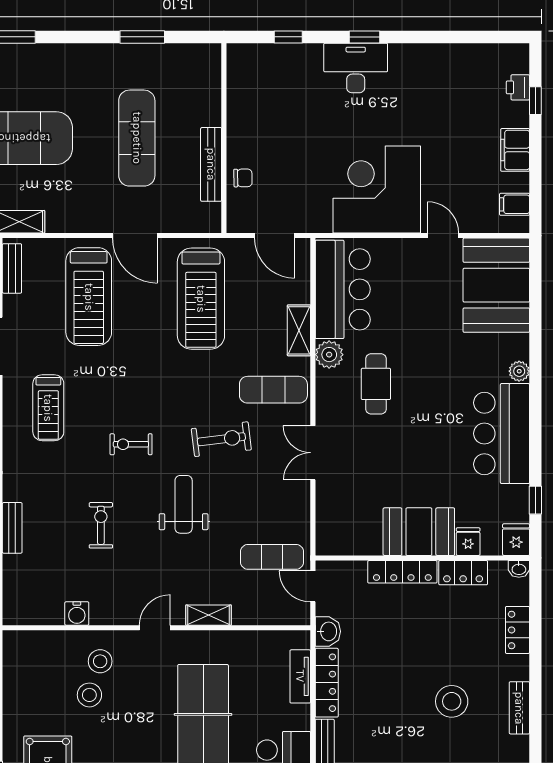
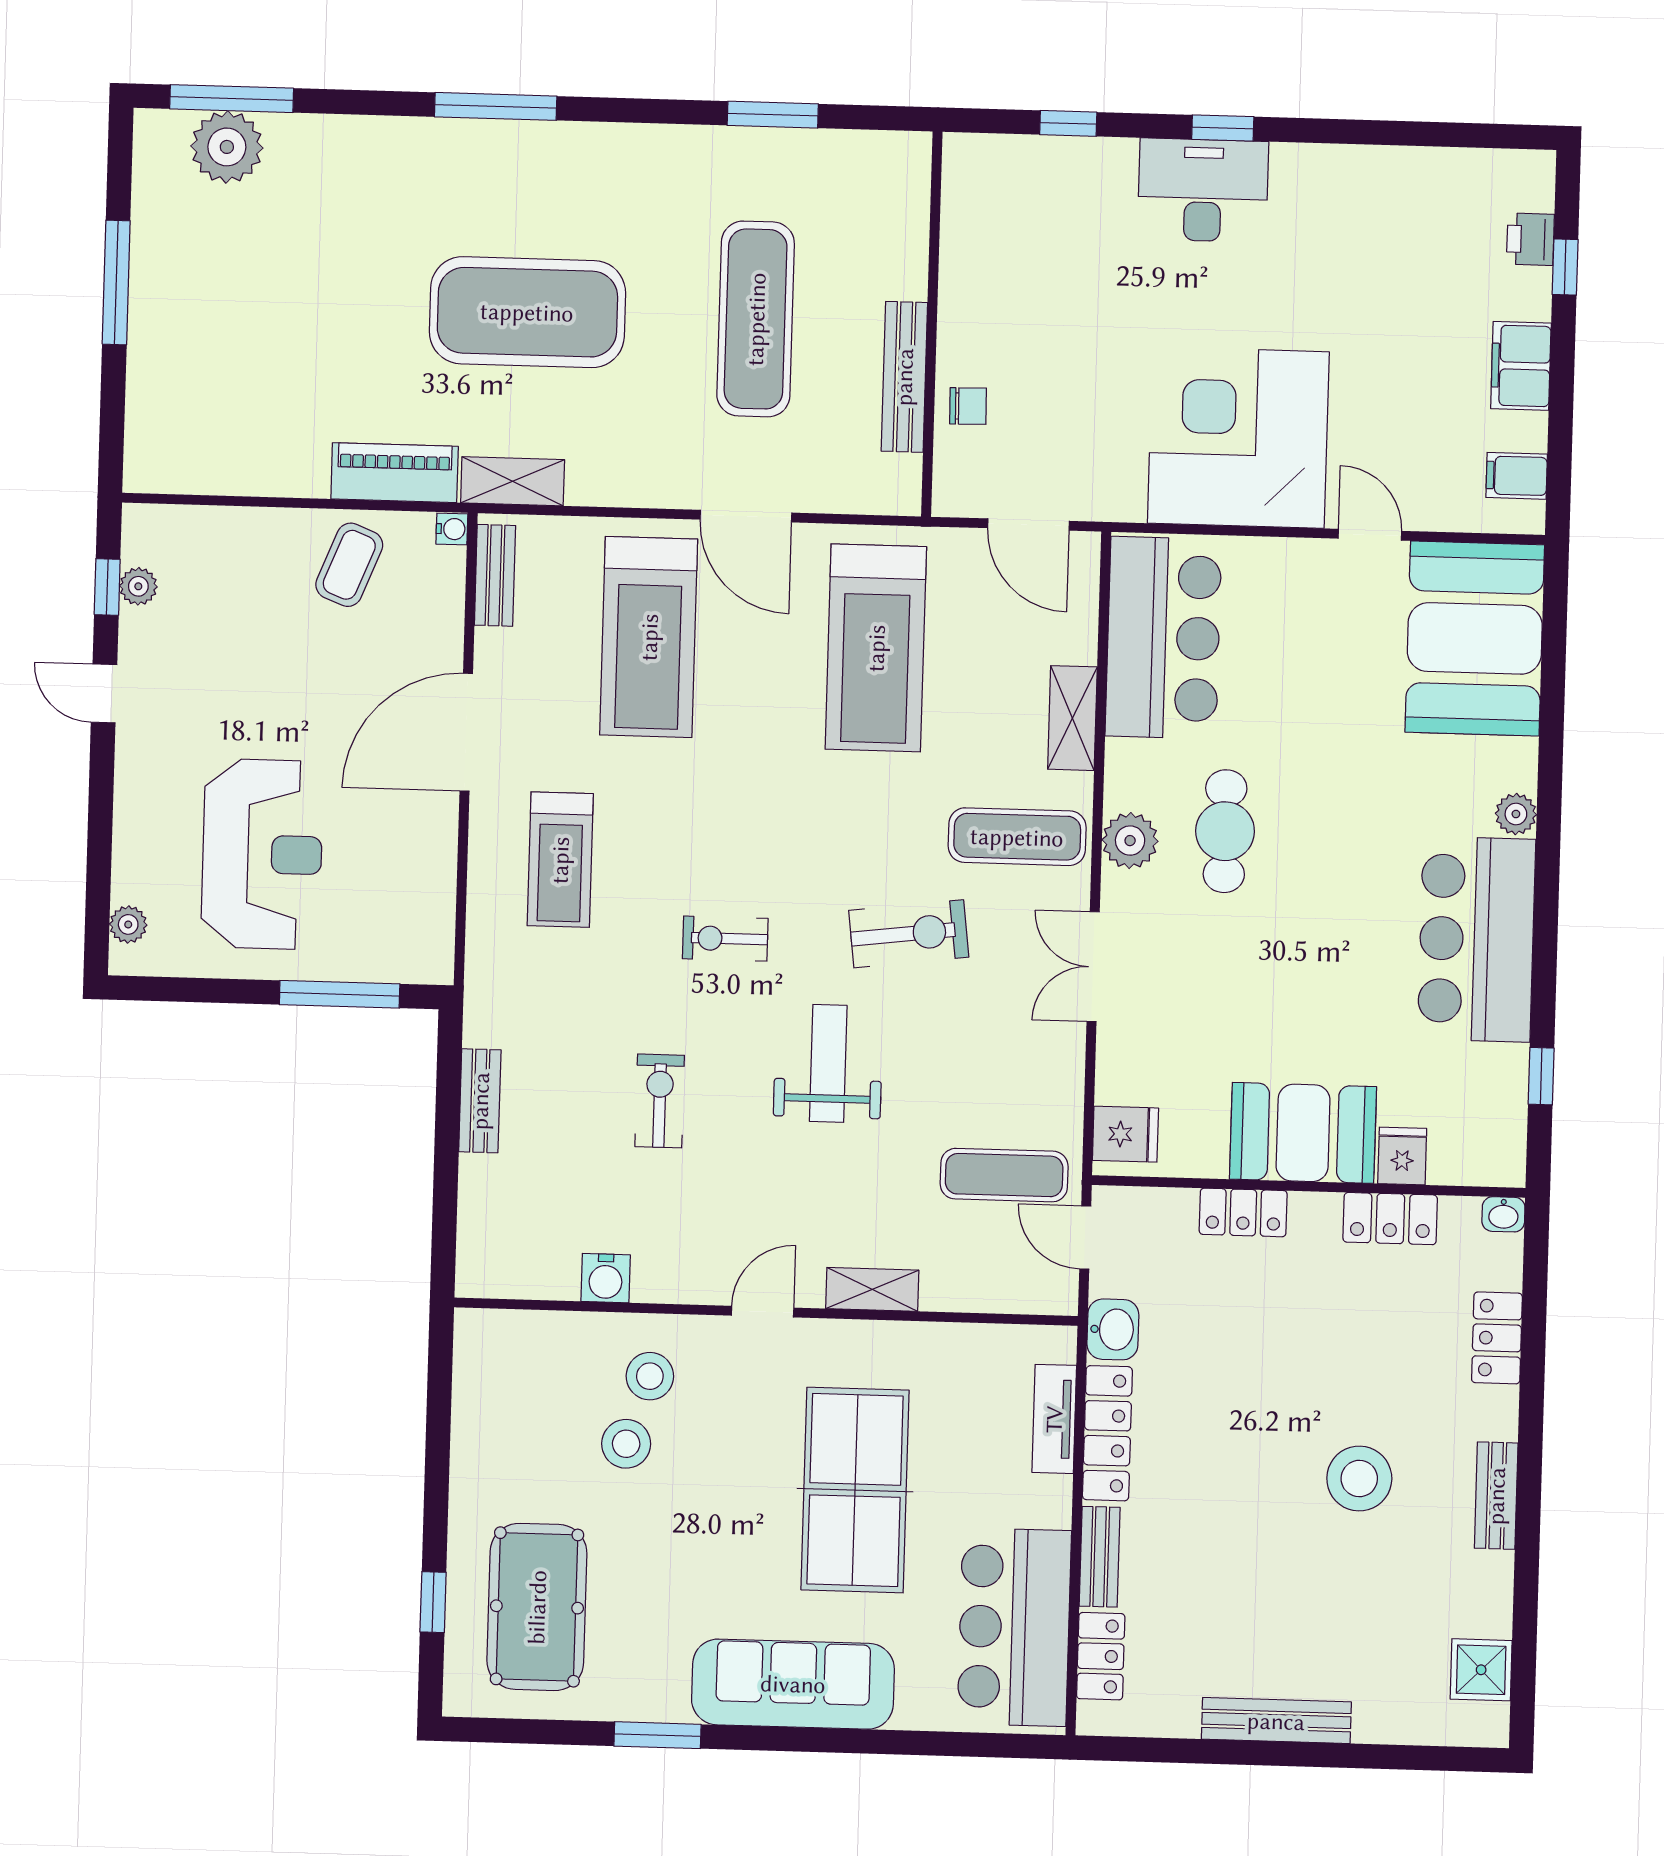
plant: (329, 355) -> (1130, 841), moved
fridge: (516, 540) -> (1125, 1134), moved, turned 90
locker: (402, 572) -> (1243, 1212), width x0.66

